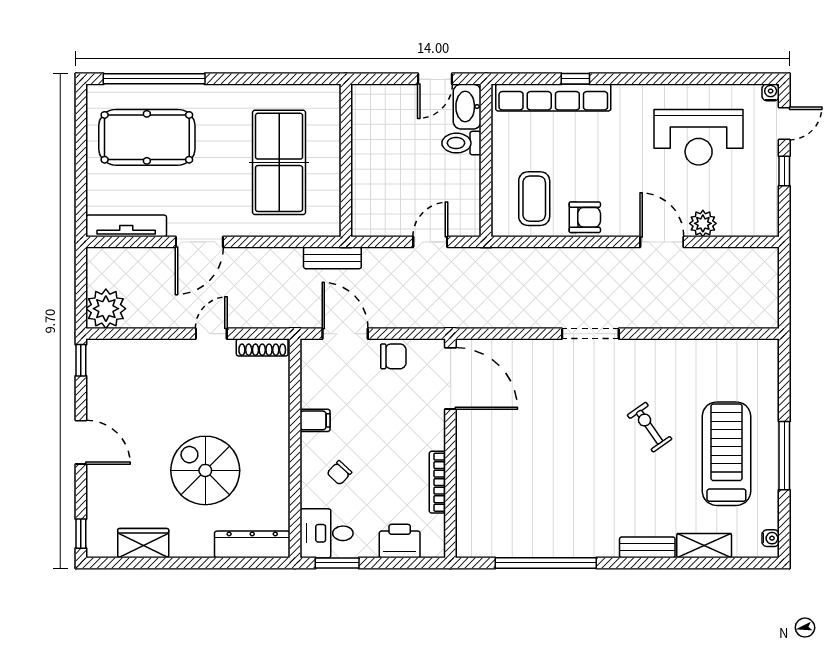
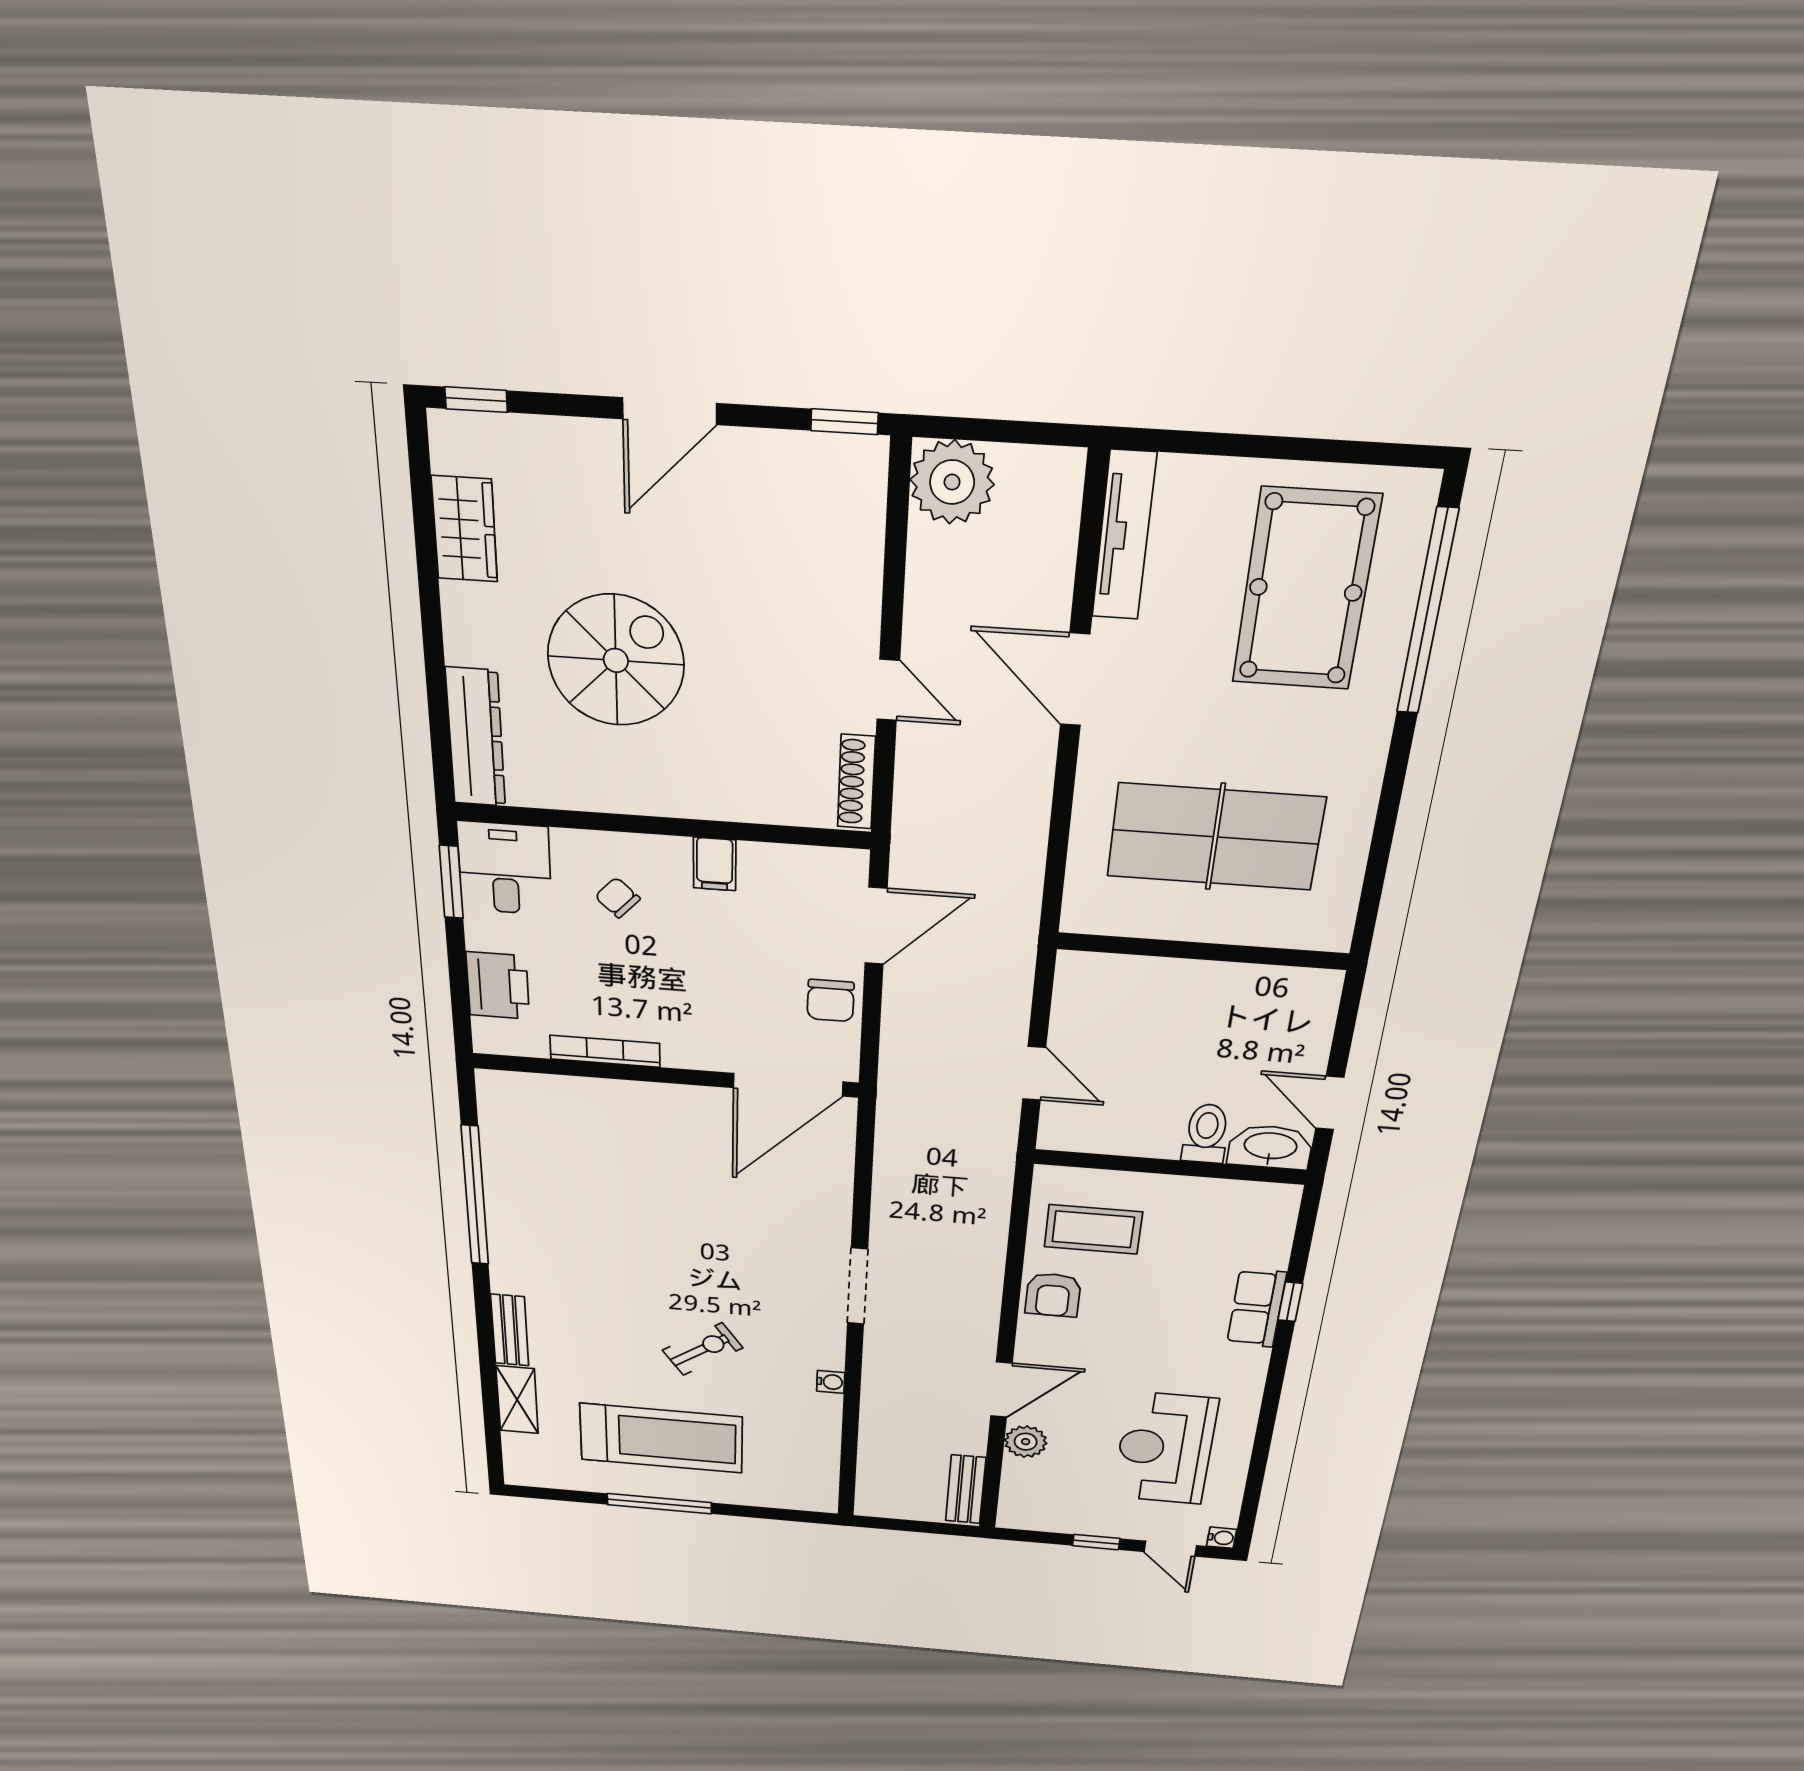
row of seats: (553, 97) -> (1257, 1308), width x0.50
bench: (332, 258) -> (966, 1489), moved
water cooler: (771, 538) -> (831, 1382), moved, turned -90

